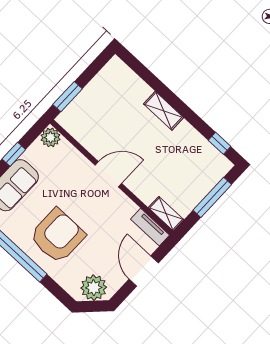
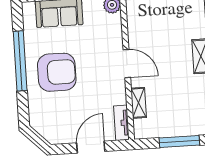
shelving: (166, 214) -> (139, 103), moved
plant: (94, 288) -> (49, 127), removed

